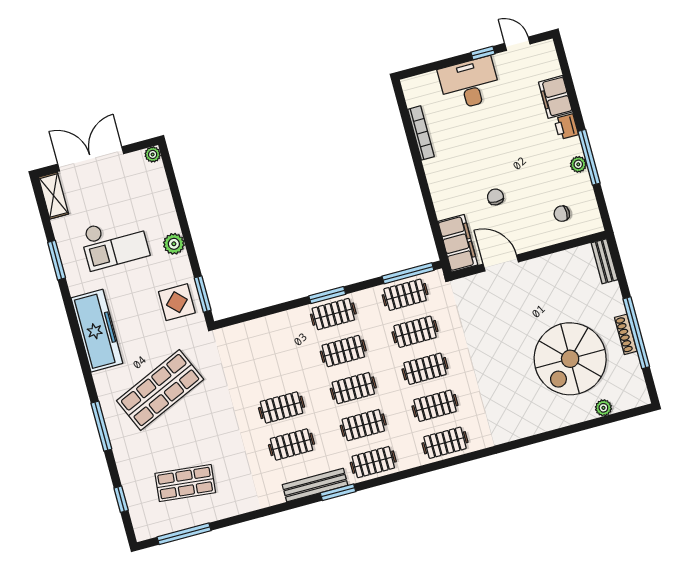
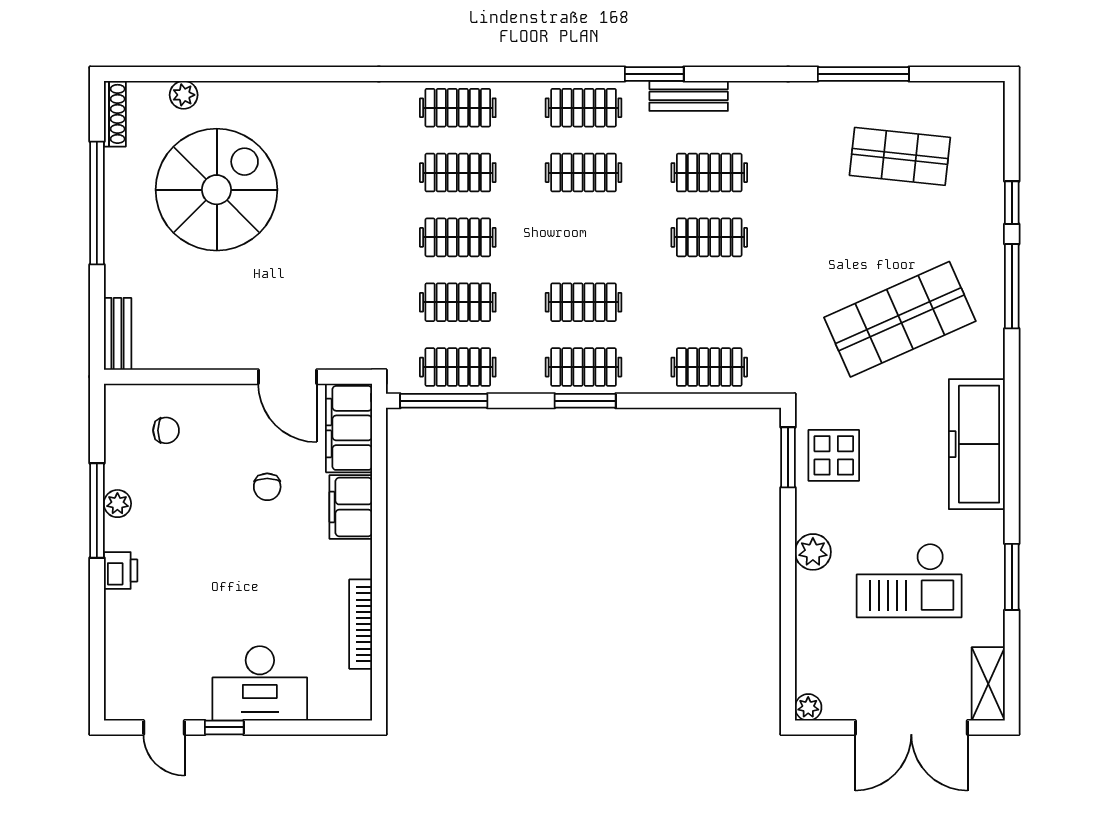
filing cabinet: (555, 97) -> (351, 507), moved, turned 180
checkout: (115, 242) -> (909, 580), turned 180
shoe rack: (626, 334) -> (115, 114), moved
clothes rail: (353, 388) -> (709, 367), moved
bench: (315, 485) -> (689, 96), width x0.73
window: (121, 499) -> (1012, 203), moved
window: (184, 534) -> (863, 74), moved

